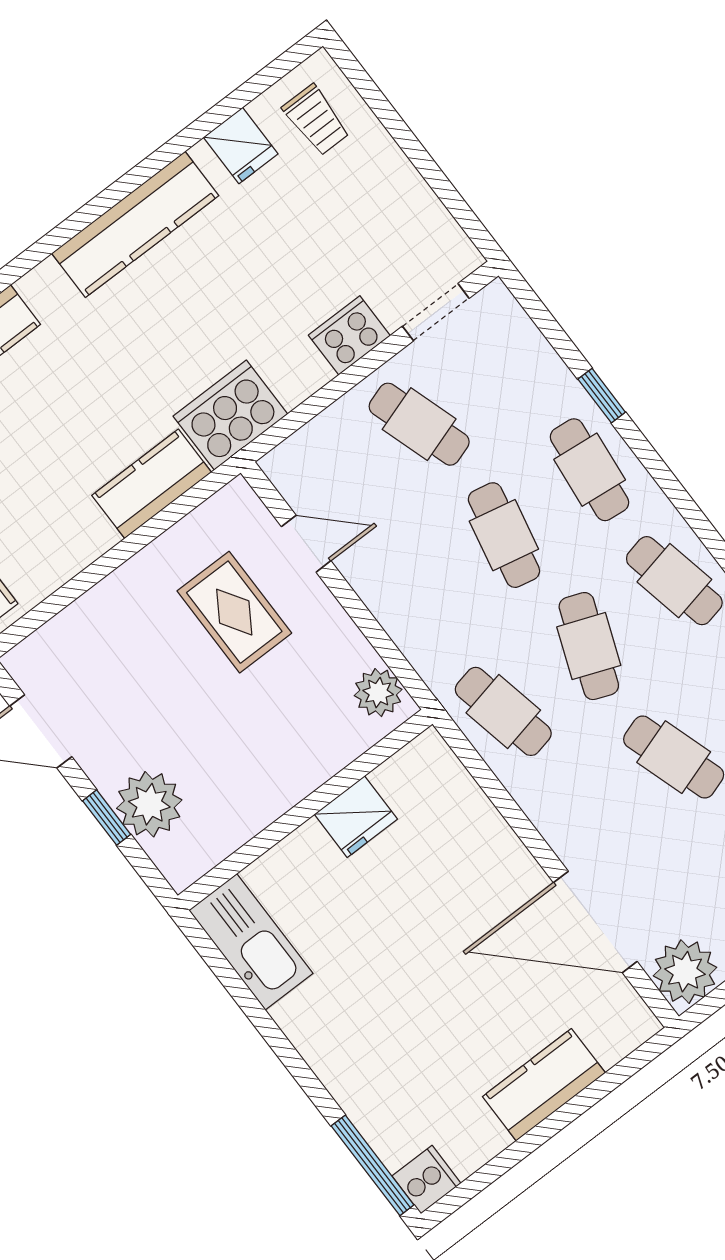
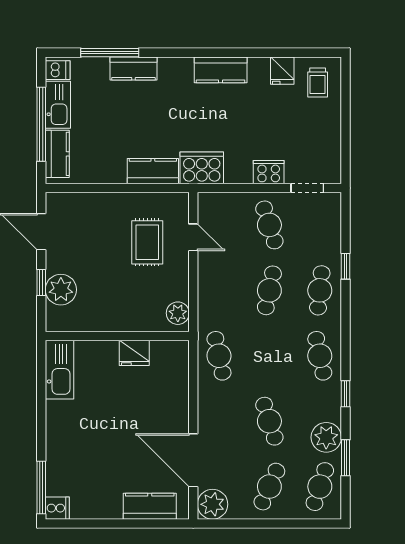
kitchen counter: (135, 224) -> (221, 70), width x0.67
cafe table: (589, 646) -> (269, 356), removed
kitchen counter: (544, 1085) -> (150, 506), moved

